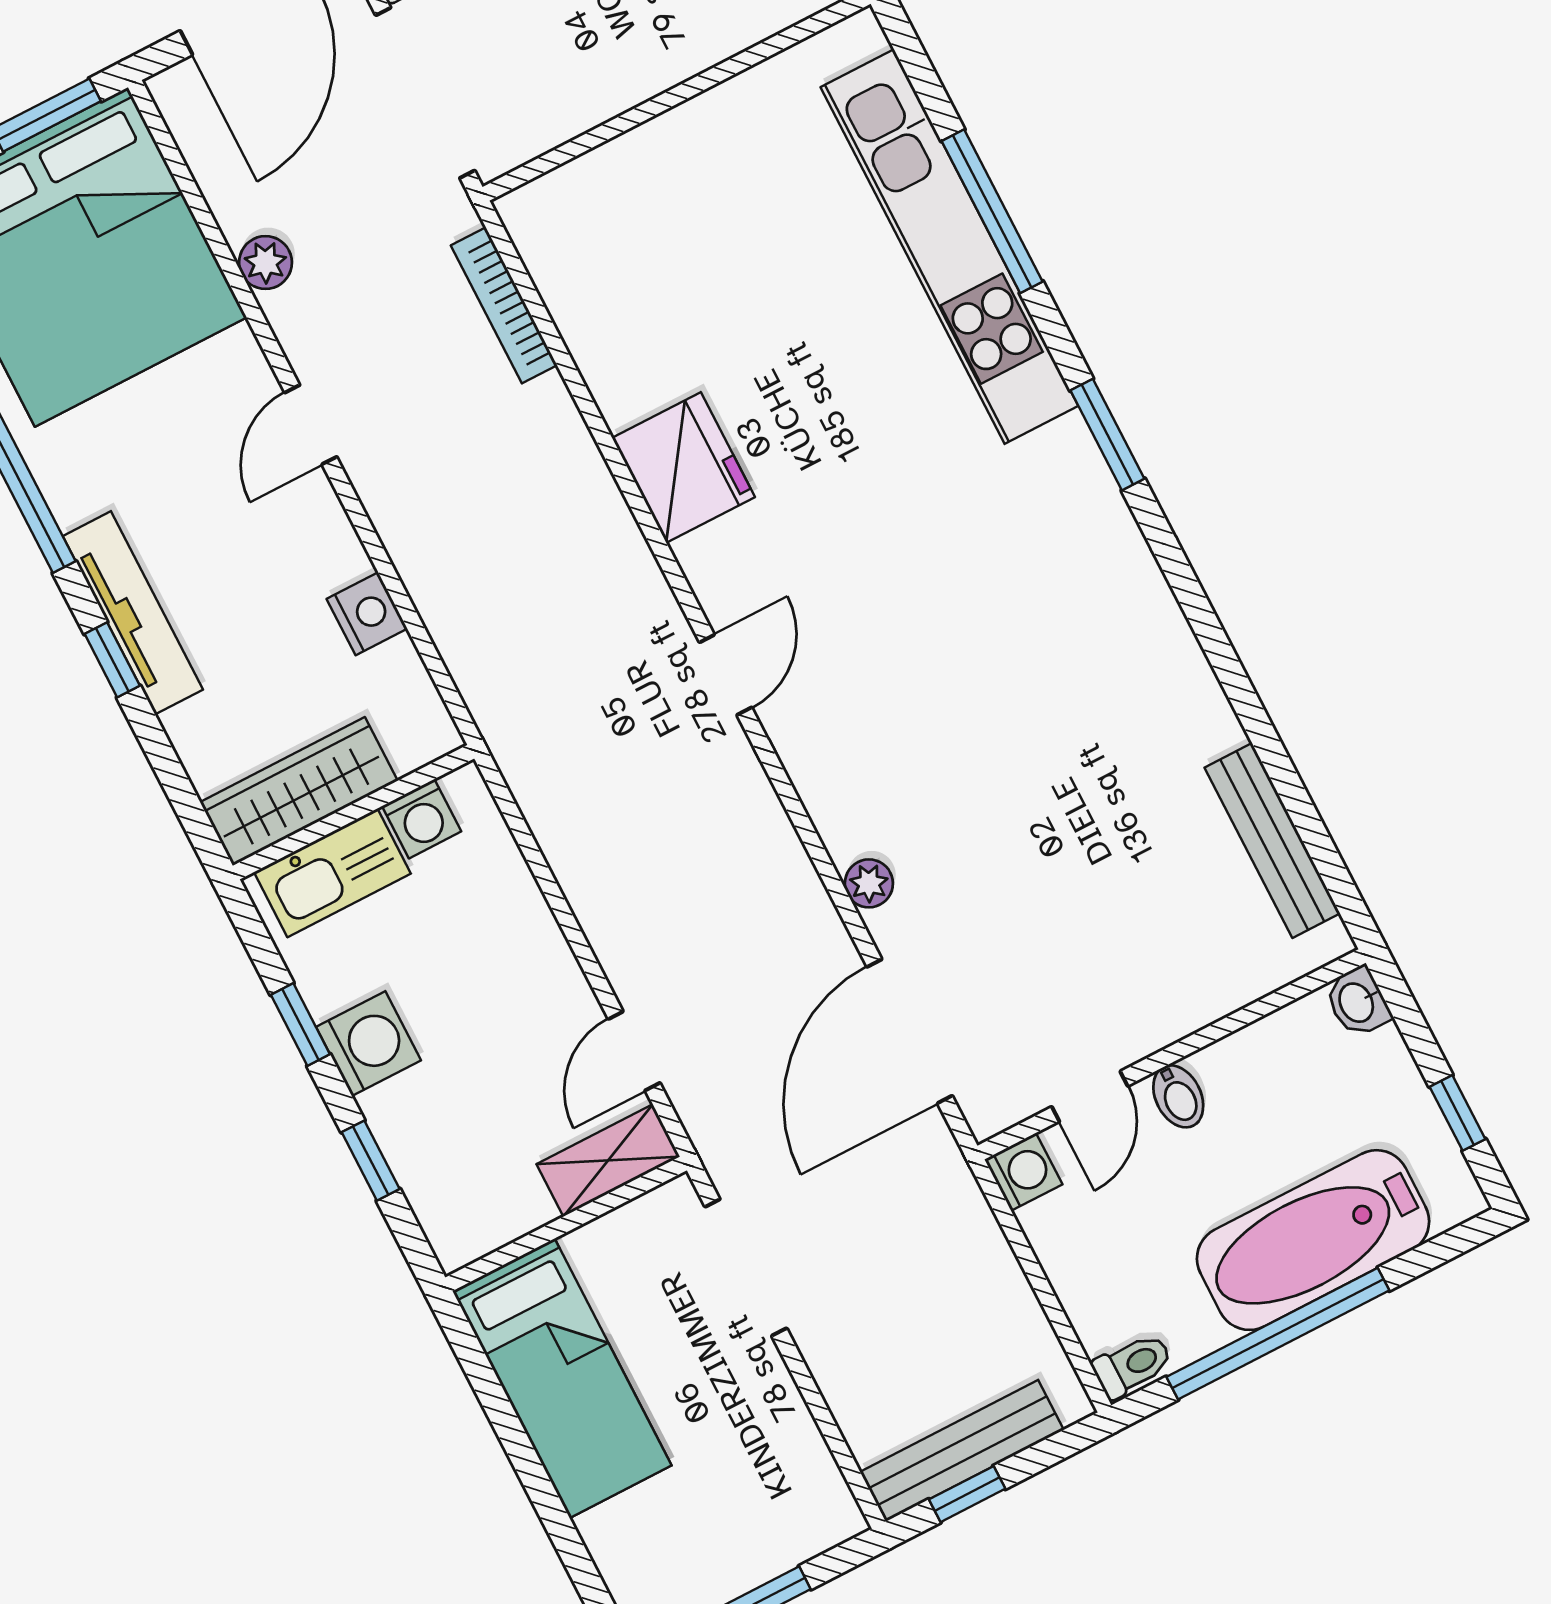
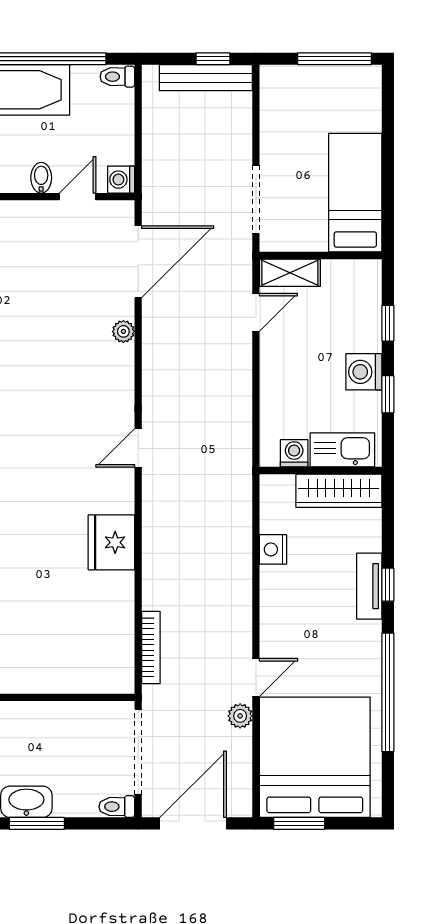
door: (311, 425) -> (256, 677), moved
tv unit: (133, 613) -> (369, 586), width x0.71

